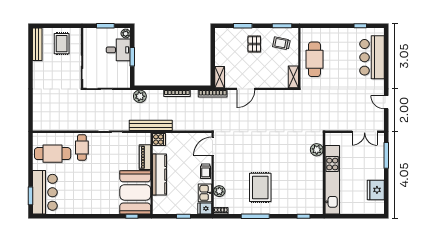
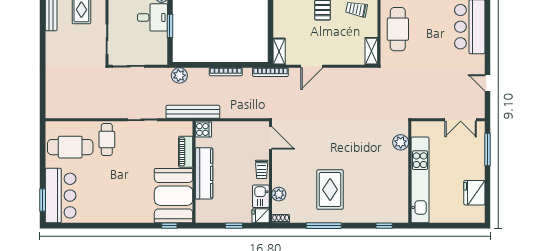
door: (213, 146) -> (270, 138), swing flipped

